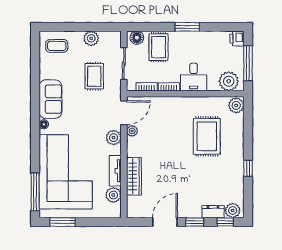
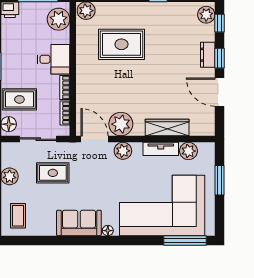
plant: (132, 131) -> (121, 124), width x1.87, depth x1.87
dresser: (213, 212) -> (208, 55), moved
window: (63, 222) -> (219, 180), moved

